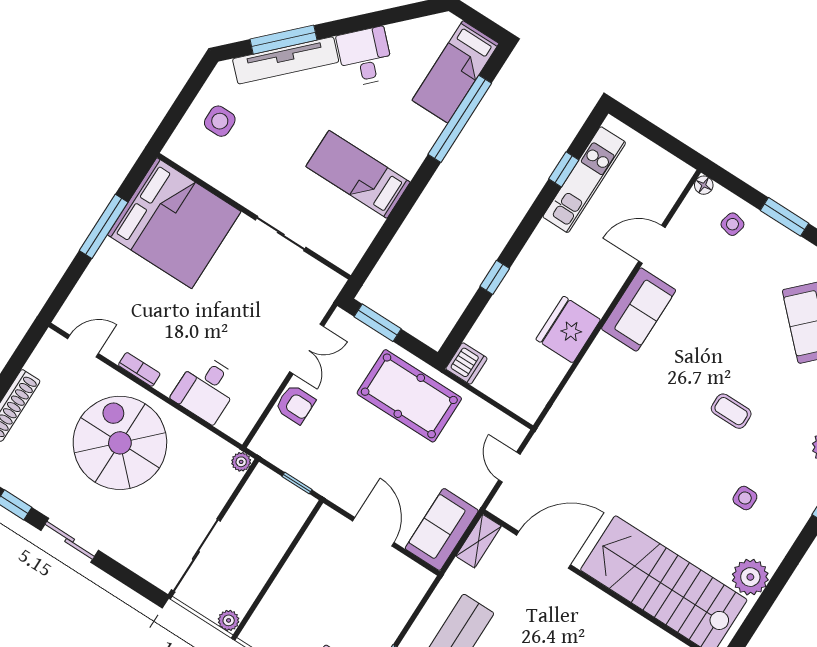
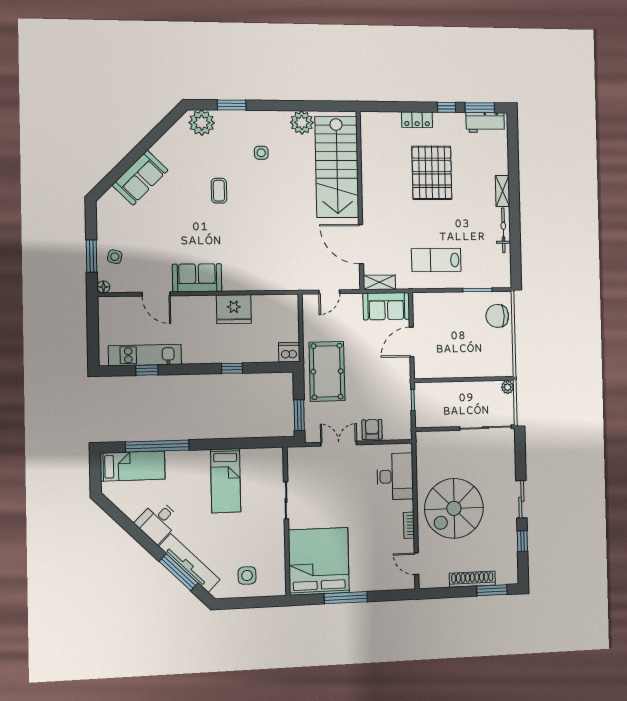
window: (785, 217) -> (92, 256), moved
desk: (206, 389) -> (395, 476), width x1.37
plant: (241, 462) -> (421, 437), removed

